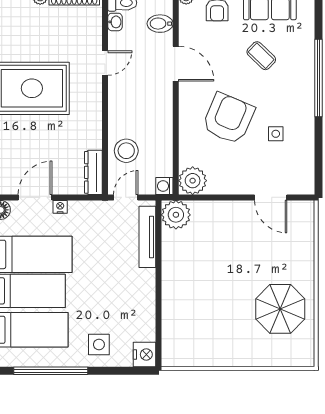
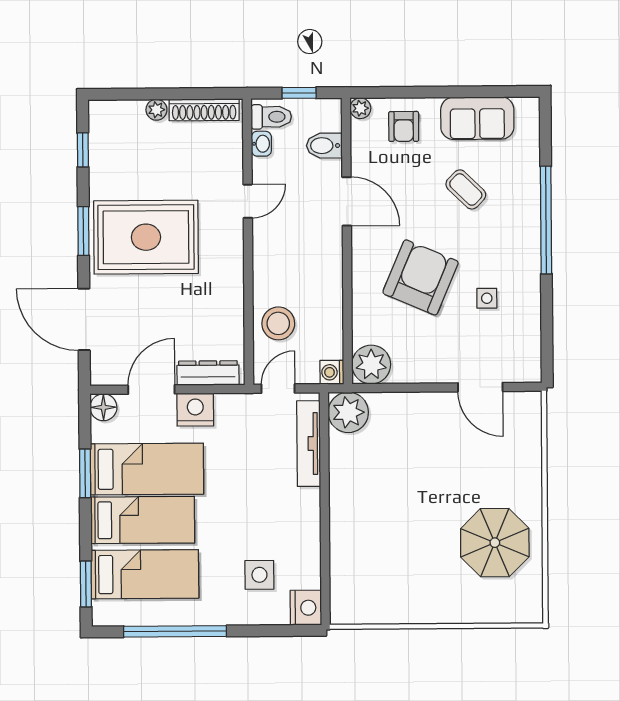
dresser: (93, 172) -> (208, 373), moved, turned 90
nightstand: (60, 207) -> (195, 410), width x1.89, depth x1.79
side table: (99, 344) -> (259, 575), moved

